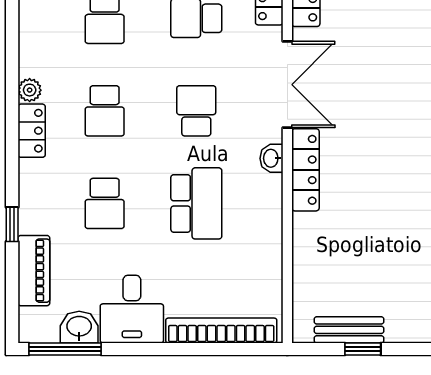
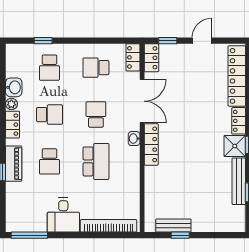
school desk: (105, 111) -> (49, 115), turned -90
piano: (34, 271) -> (14, 164), moved
washbasin: (79, 327) -> (14, 87), moved, turned 90

